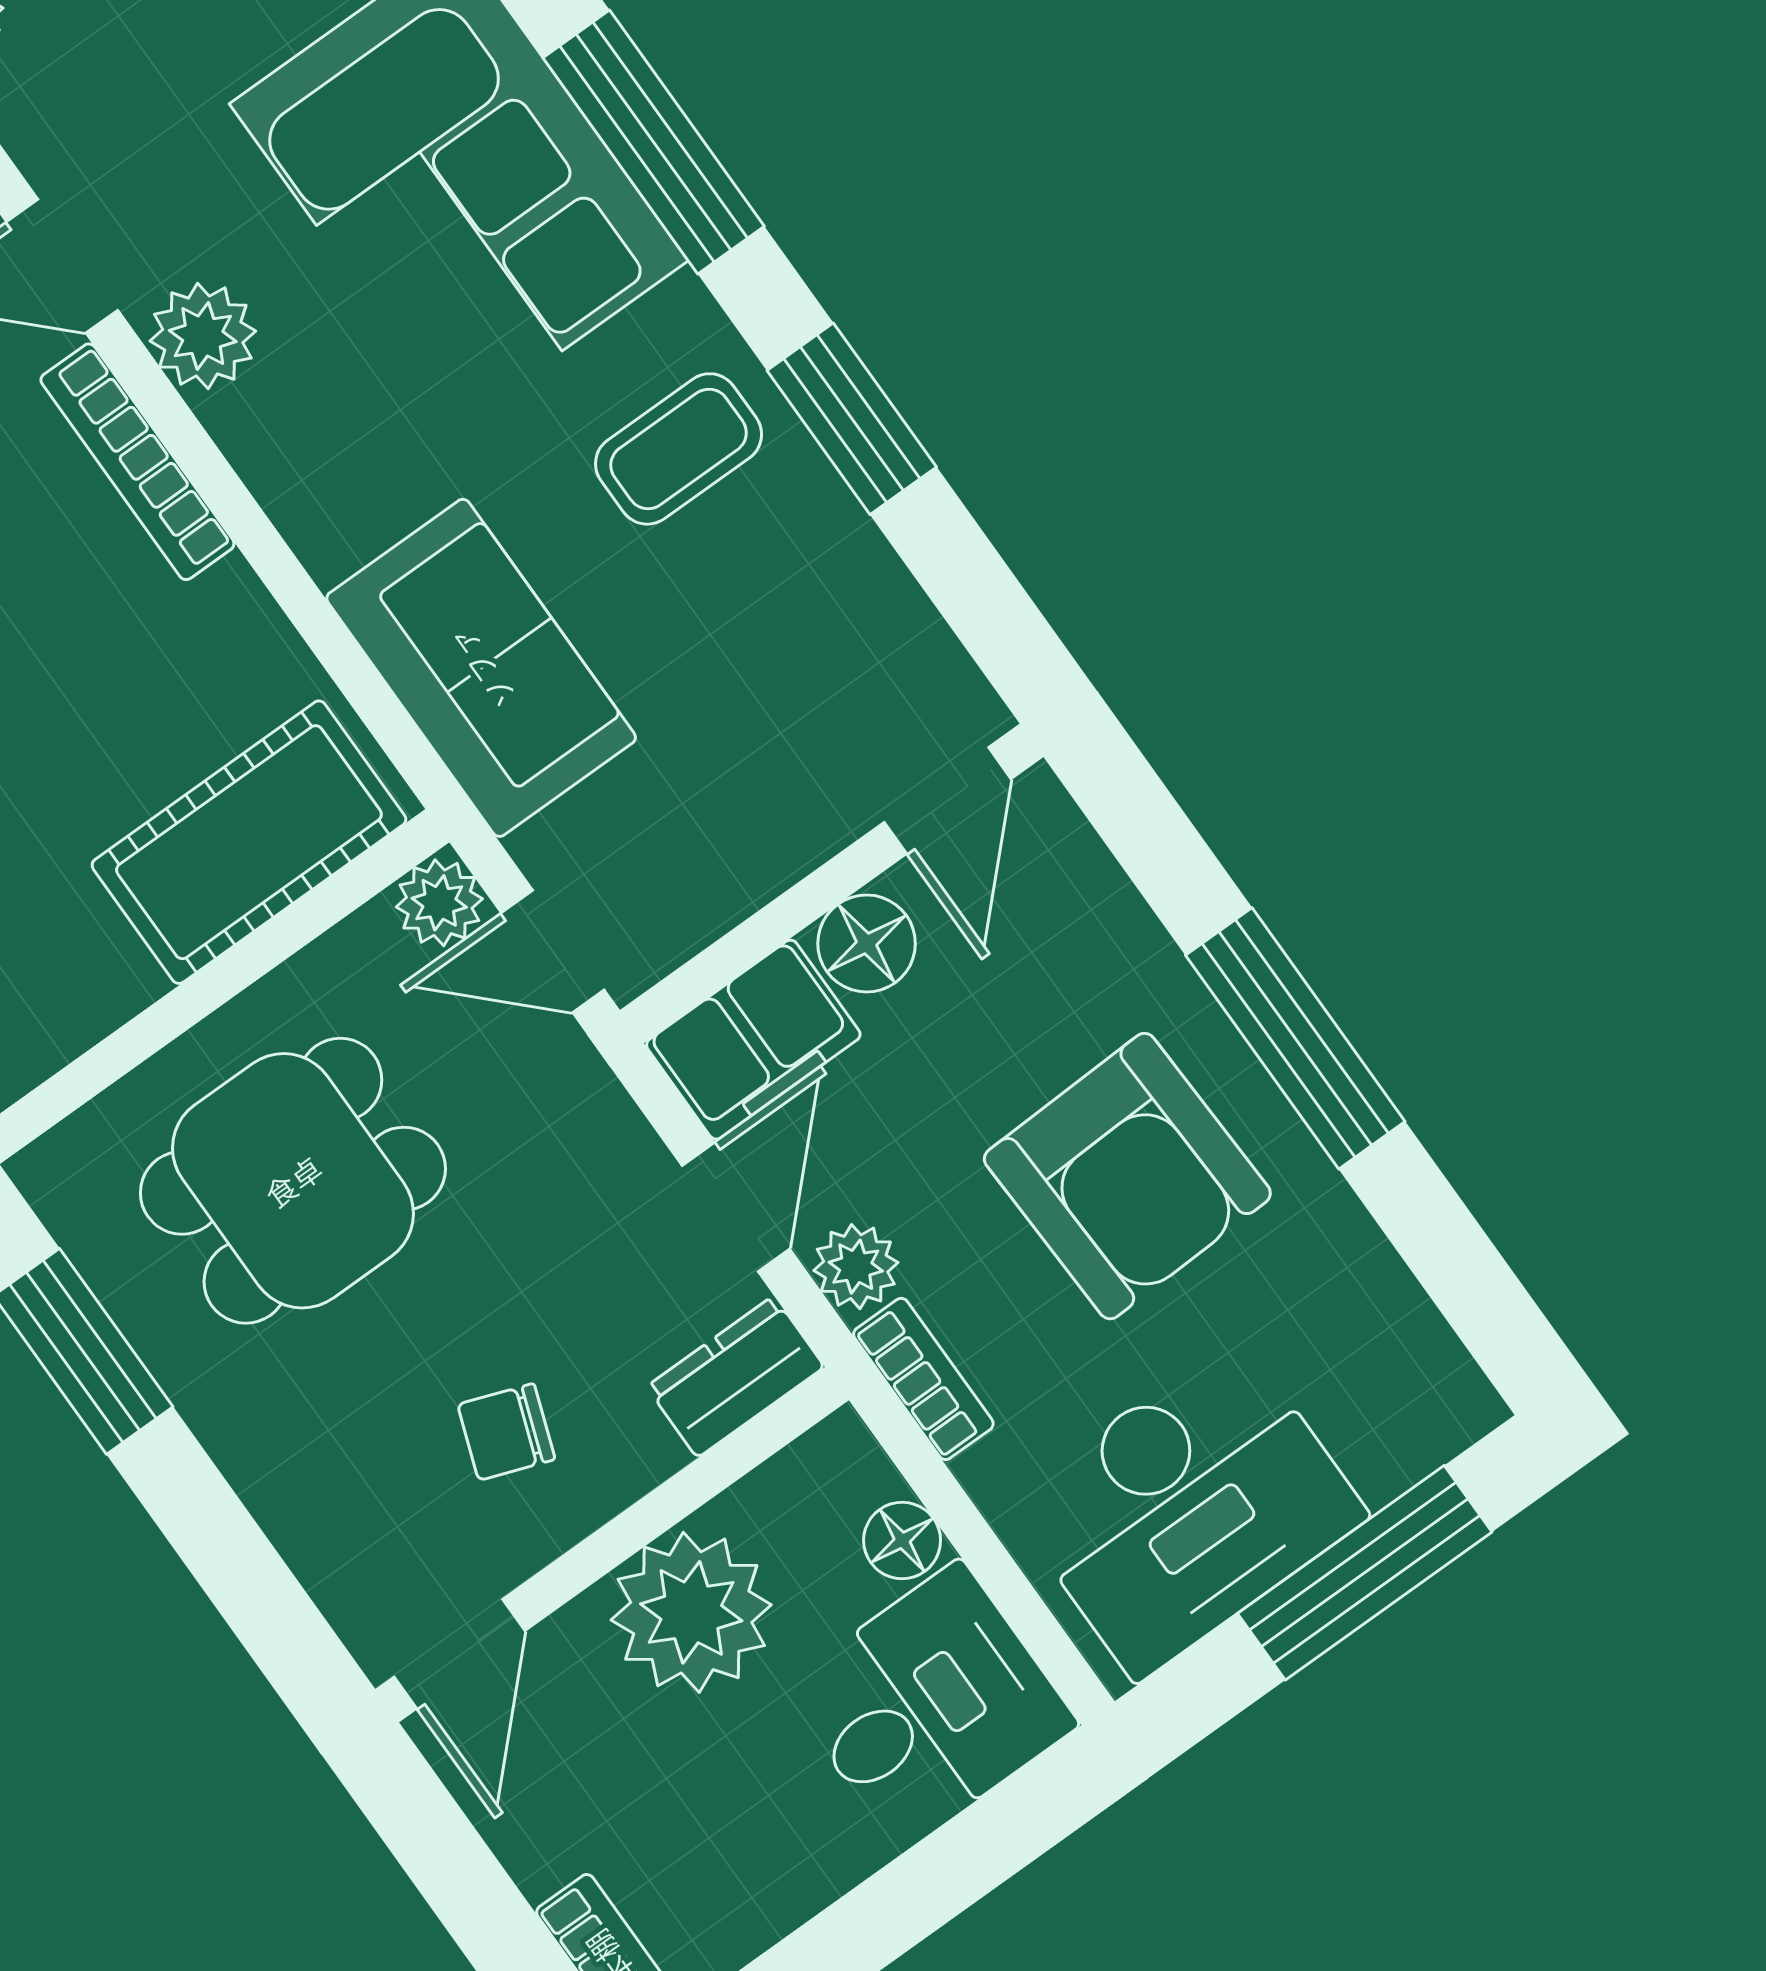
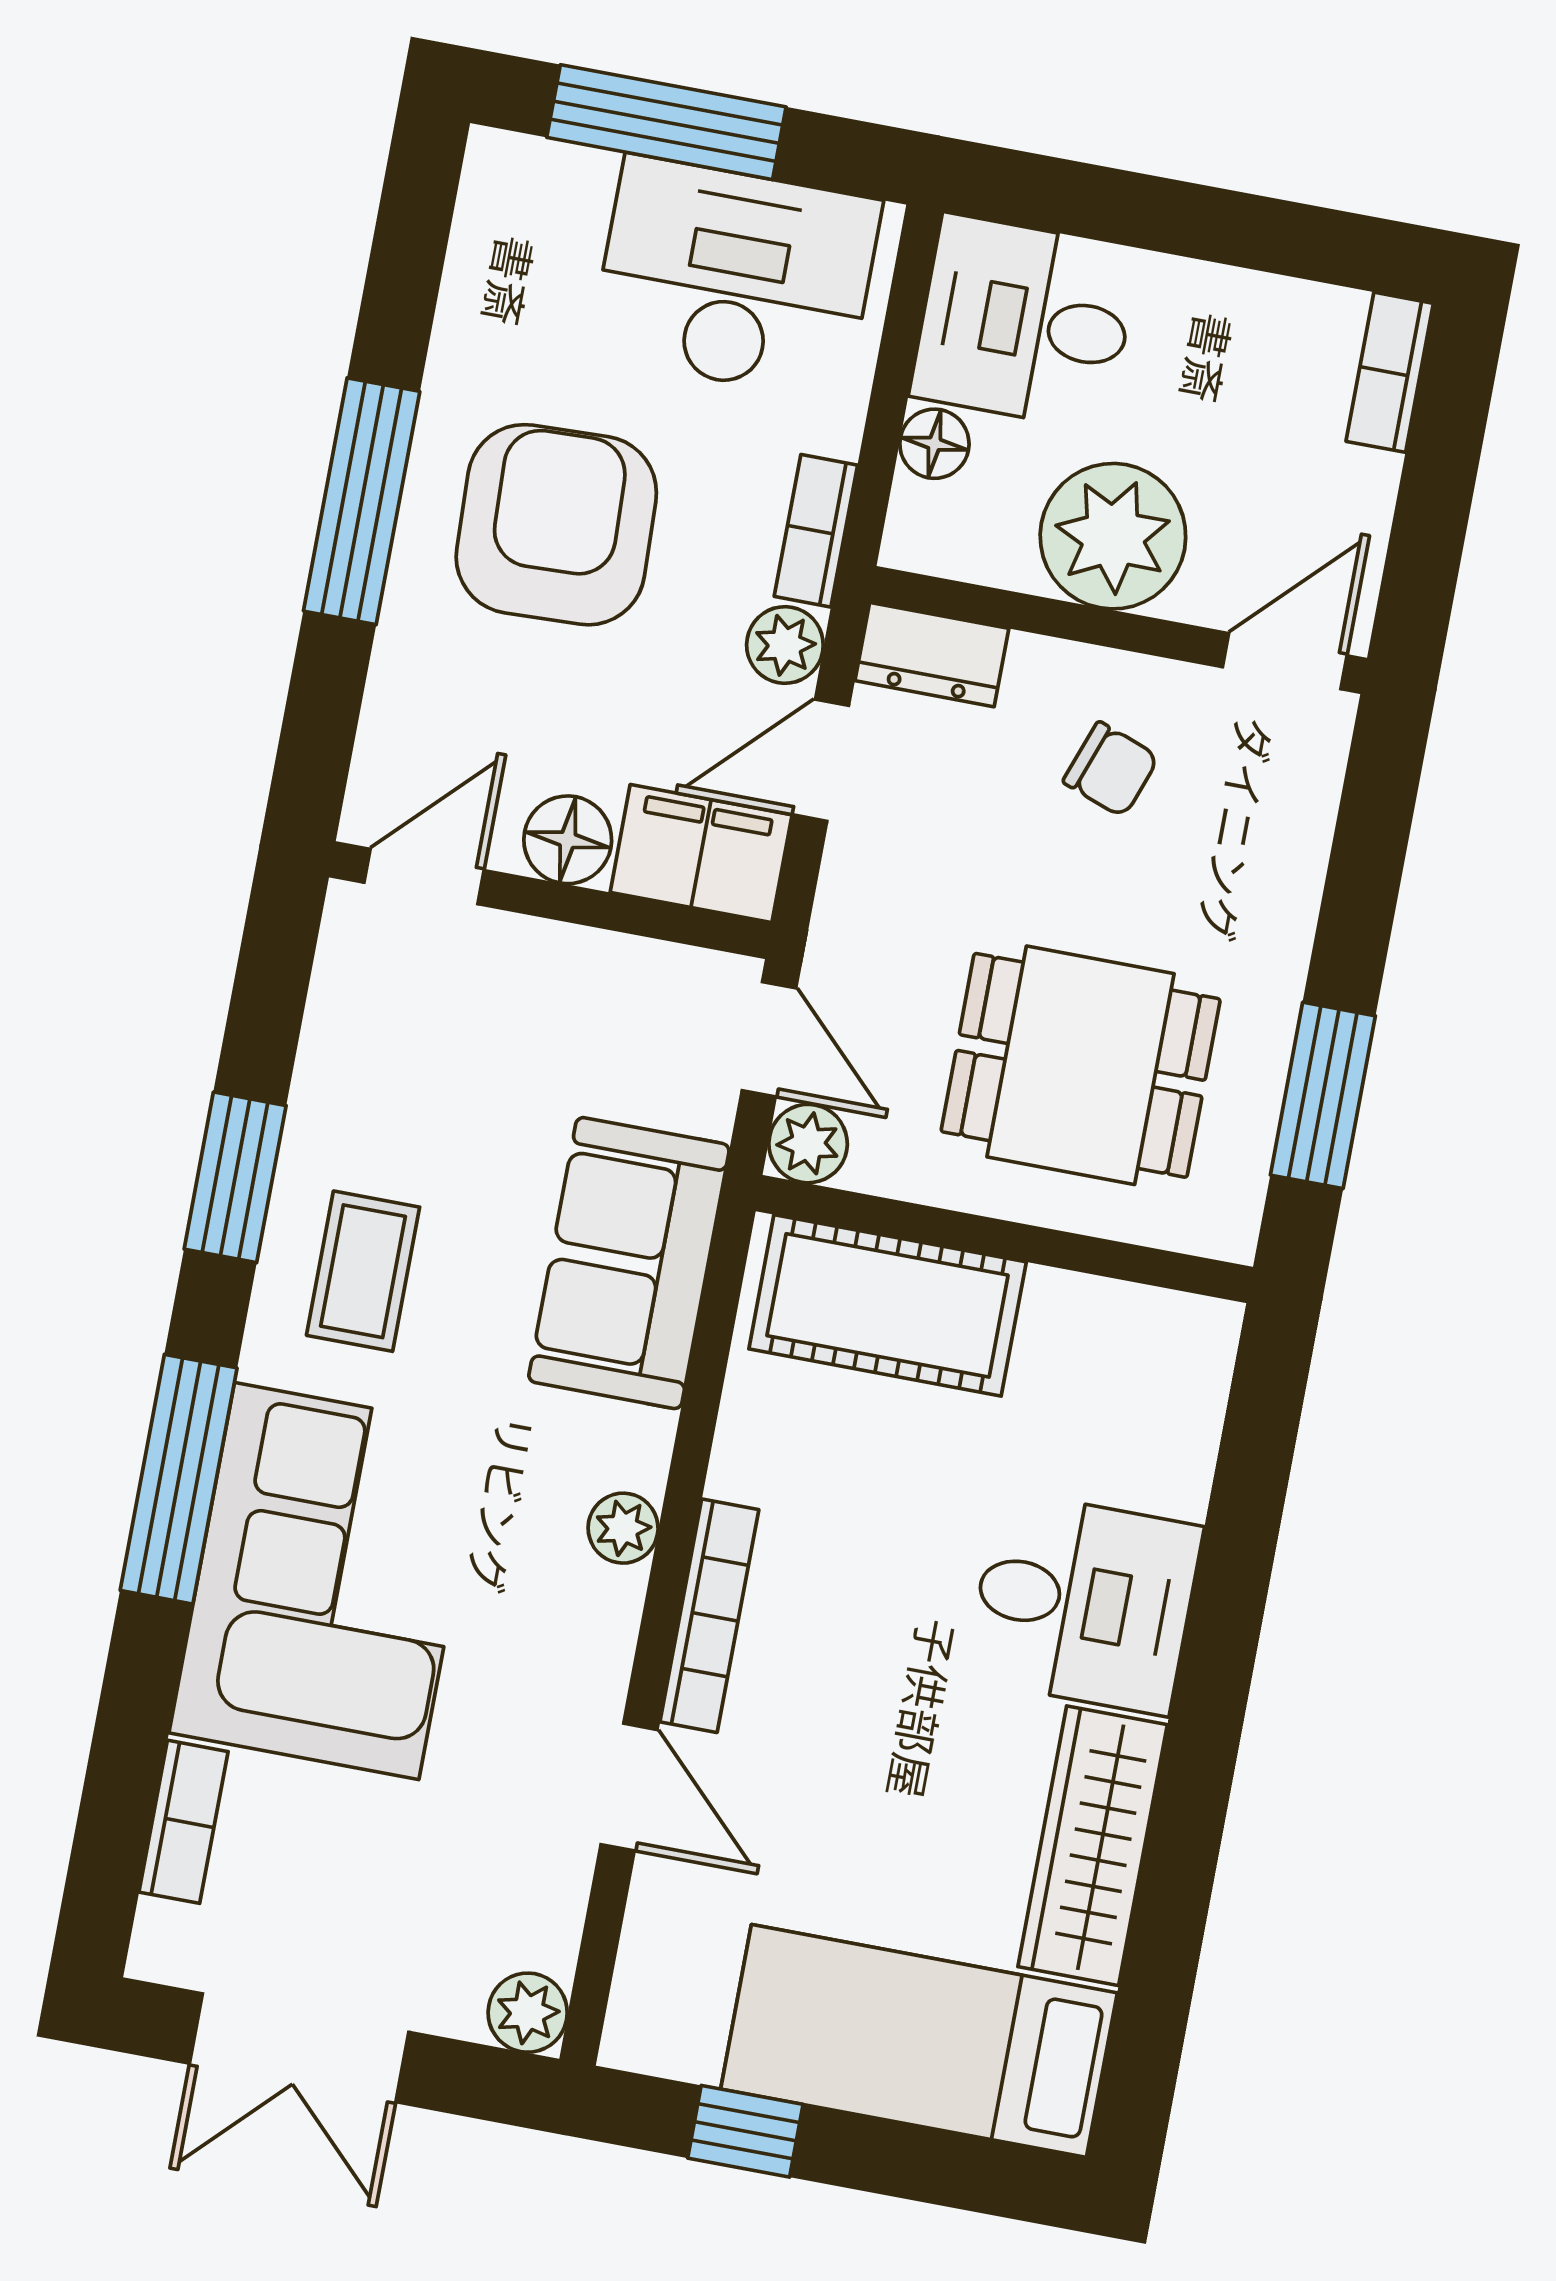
plant: (203, 336) -> (623, 1528), moved, width x0.73, depth x0.73
coffee table: (679, 449) -> (363, 1271), turned 90

